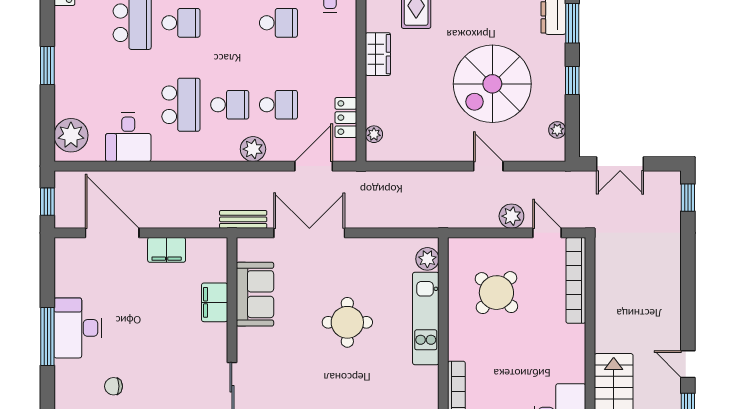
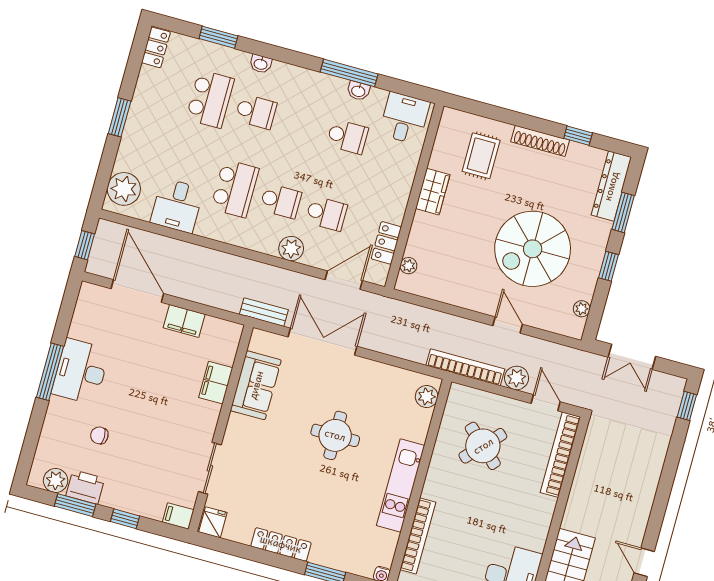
bookcase: (458, 219) -> (465, 367), added
kitchen unit: (426, 318) -> (401, 486), moved

